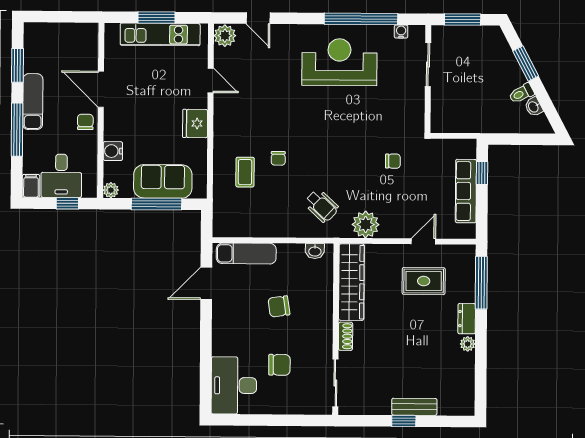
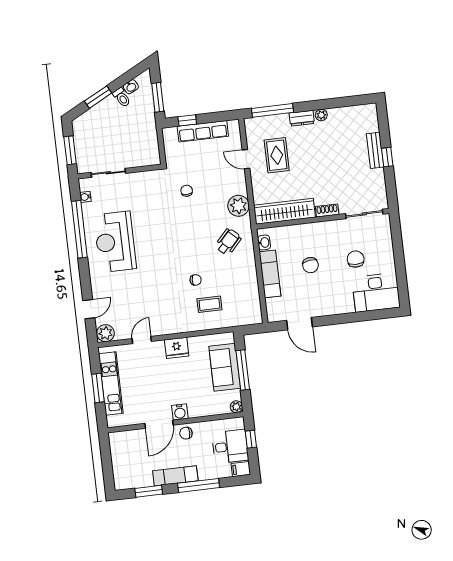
window: (516, 139) -> (158, 97), added
water cooler: (113, 151) -> (180, 412), moved
exam couch: (246, 253) -> (270, 274), moved

